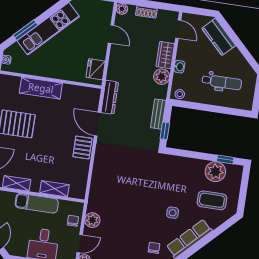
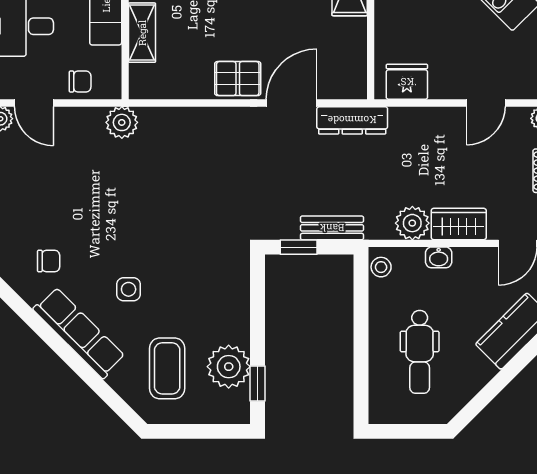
plant: (92, 220) -> (122, 122), moved

